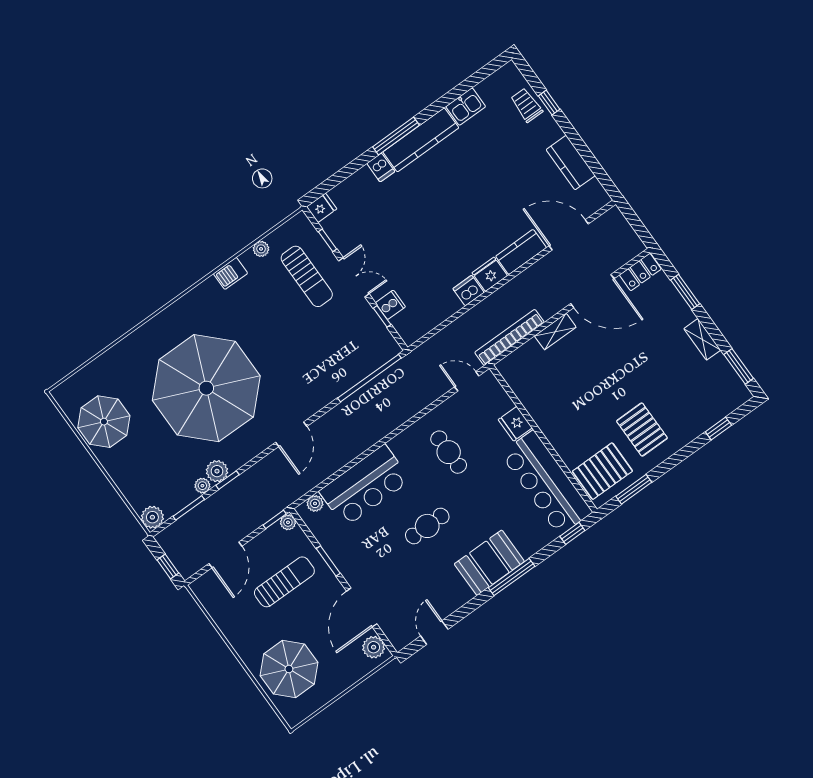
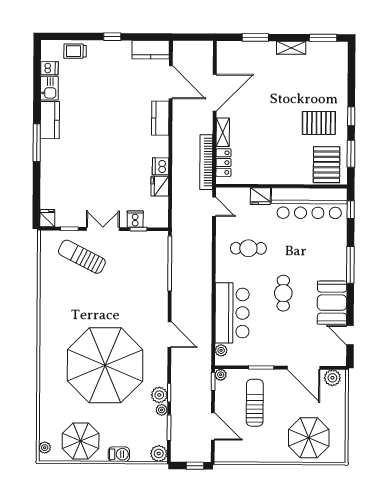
window: (549, 103) -> (112, 37), moved
kitchen counter: (421, 140) -> (50, 120), width x0.67
kitchen counter: (571, 163) -> (151, 50), moved
dishwasher: (381, 167) -> (49, 68), moved
door: (569, 235) -> (171, 82), swing flipped
plant: (261, 249) -> (45, 448), moved
locker: (640, 272) -> (223, 163), moved
barbecue: (231, 273) -> (119, 454), moved, turned -90
fridge: (490, 274) -> (160, 186), moved
sun lounger: (307, 276) -> (82, 257), turned -153
door: (467, 381) -> (214, 207), swing flipped
window: (718, 428) -> (351, 116), moved
booth: (489, 563) -> (332, 303), moved

